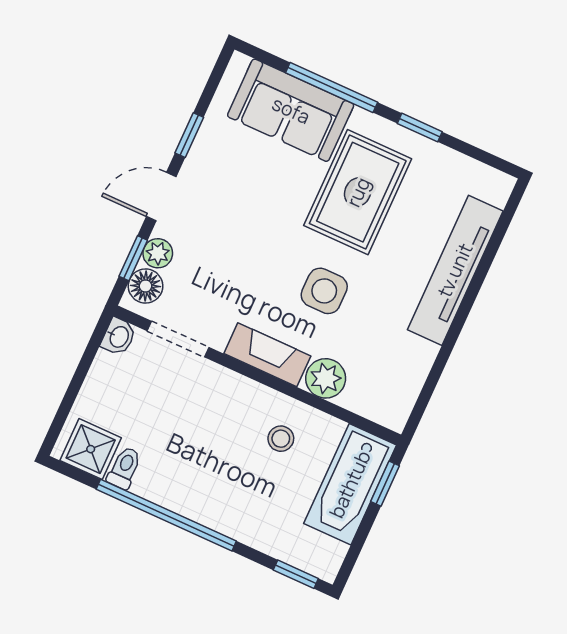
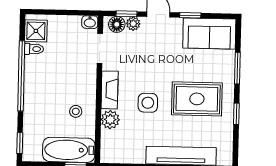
window: (332, 87) -> (237, 68), width x0.69
sofa: (291, 110) -> (209, 34), moved, turned -90

